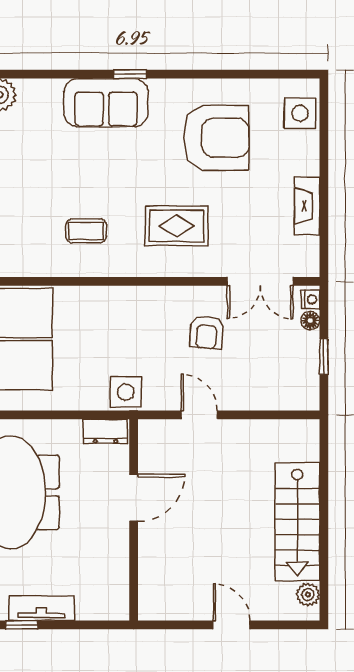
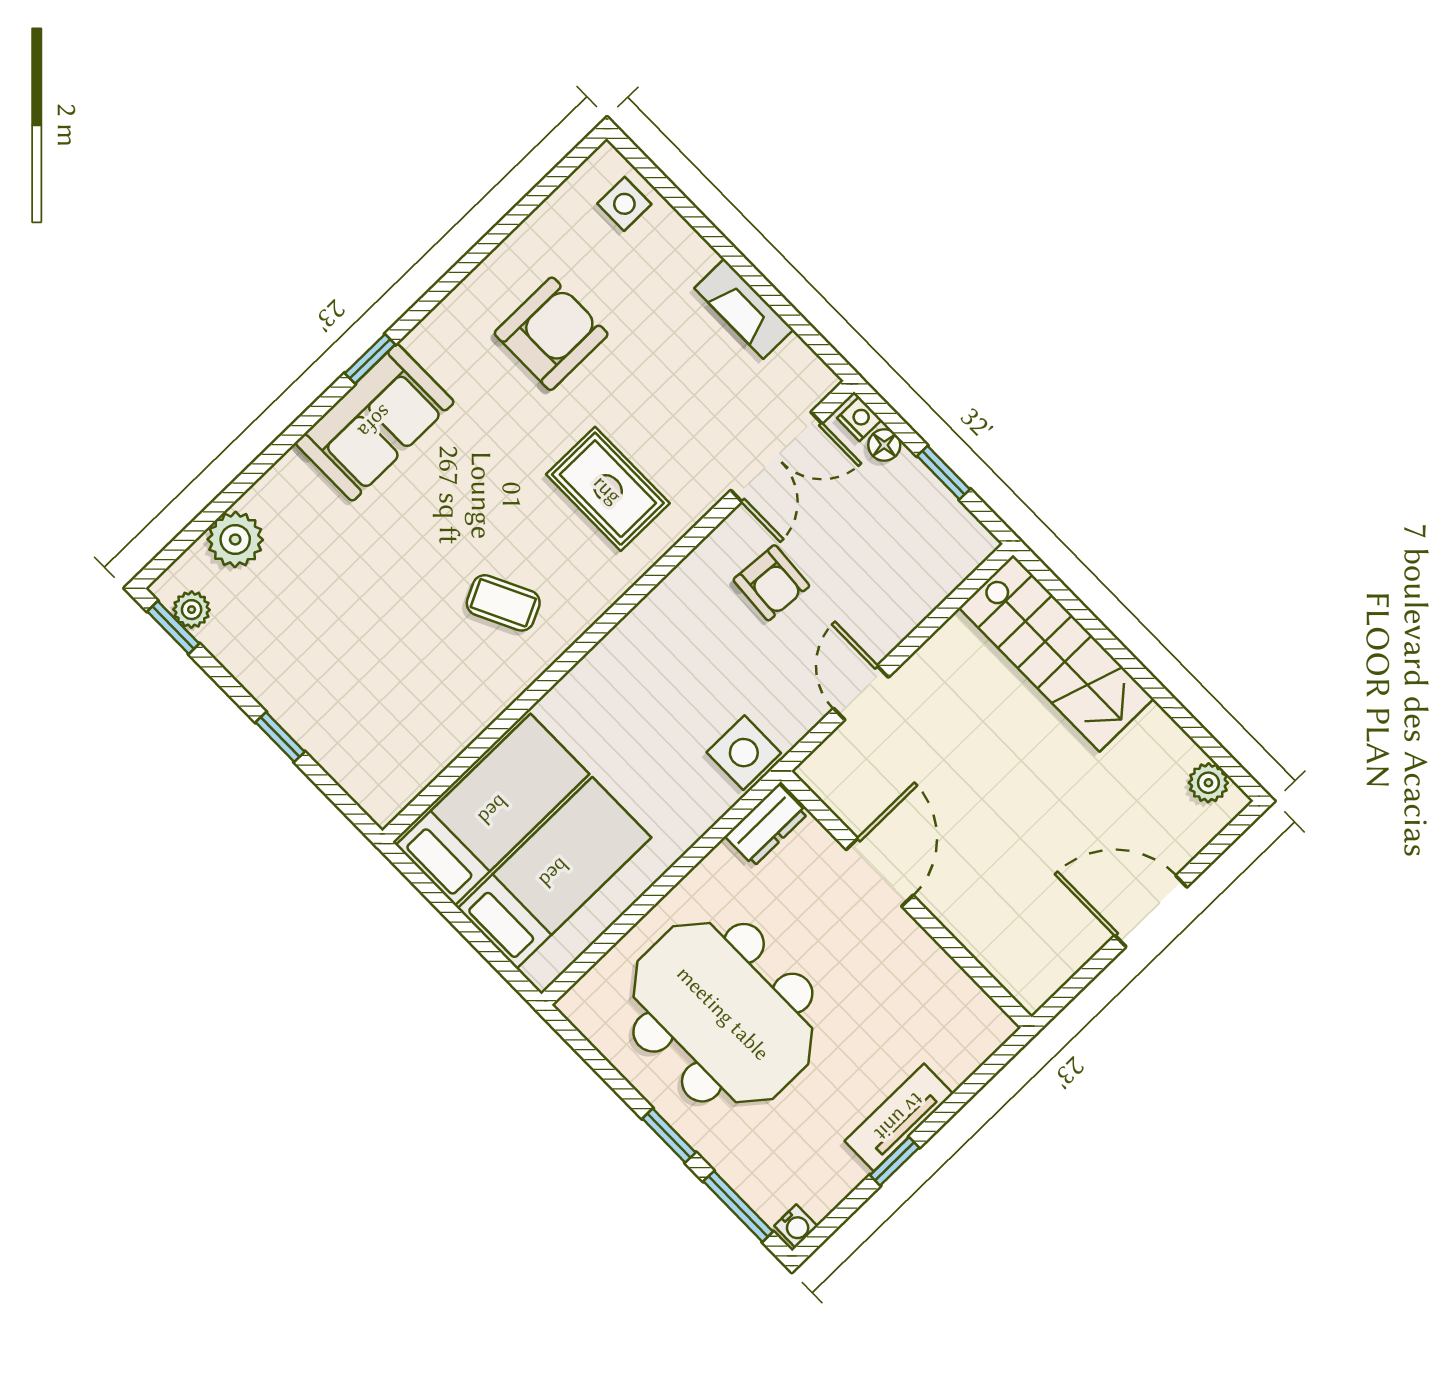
side table: (300, 113) -> (624, 204), width x0.73, depth x0.73
armchair: (216, 138) -> (551, 334), width x0.73, depth x0.73
rug: (177, 226) -> (608, 489), turned 90
coffee table: (86, 231) -> (503, 603), turned 64
door: (199, 415) -> (861, 693), hinge flipped
stairs: (297, 522) -> (1056, 653), moved
door: (231, 625) -> (1151, 911), width x1.38

